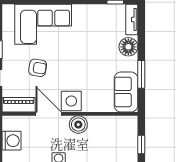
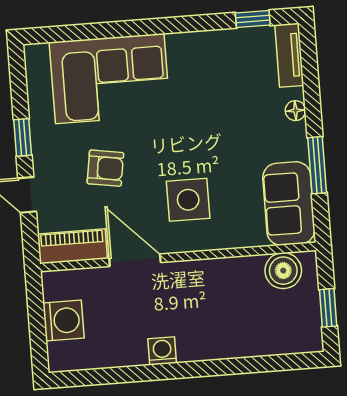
floor lamp: (128, 47) -> (295, 111), width x0.53, depth x0.53
side table: (71, 101) -> (188, 200), moved
boiler: (78, 125) -> (283, 271), moved

